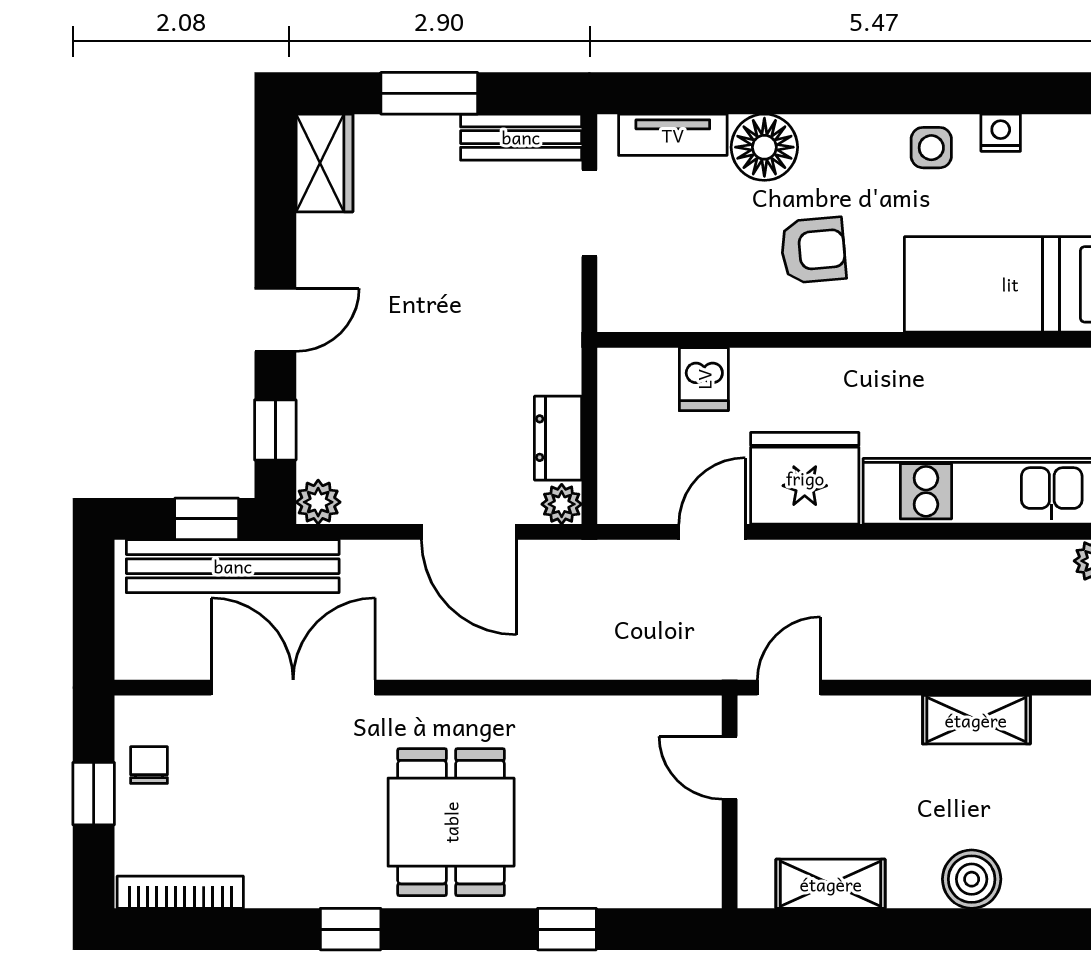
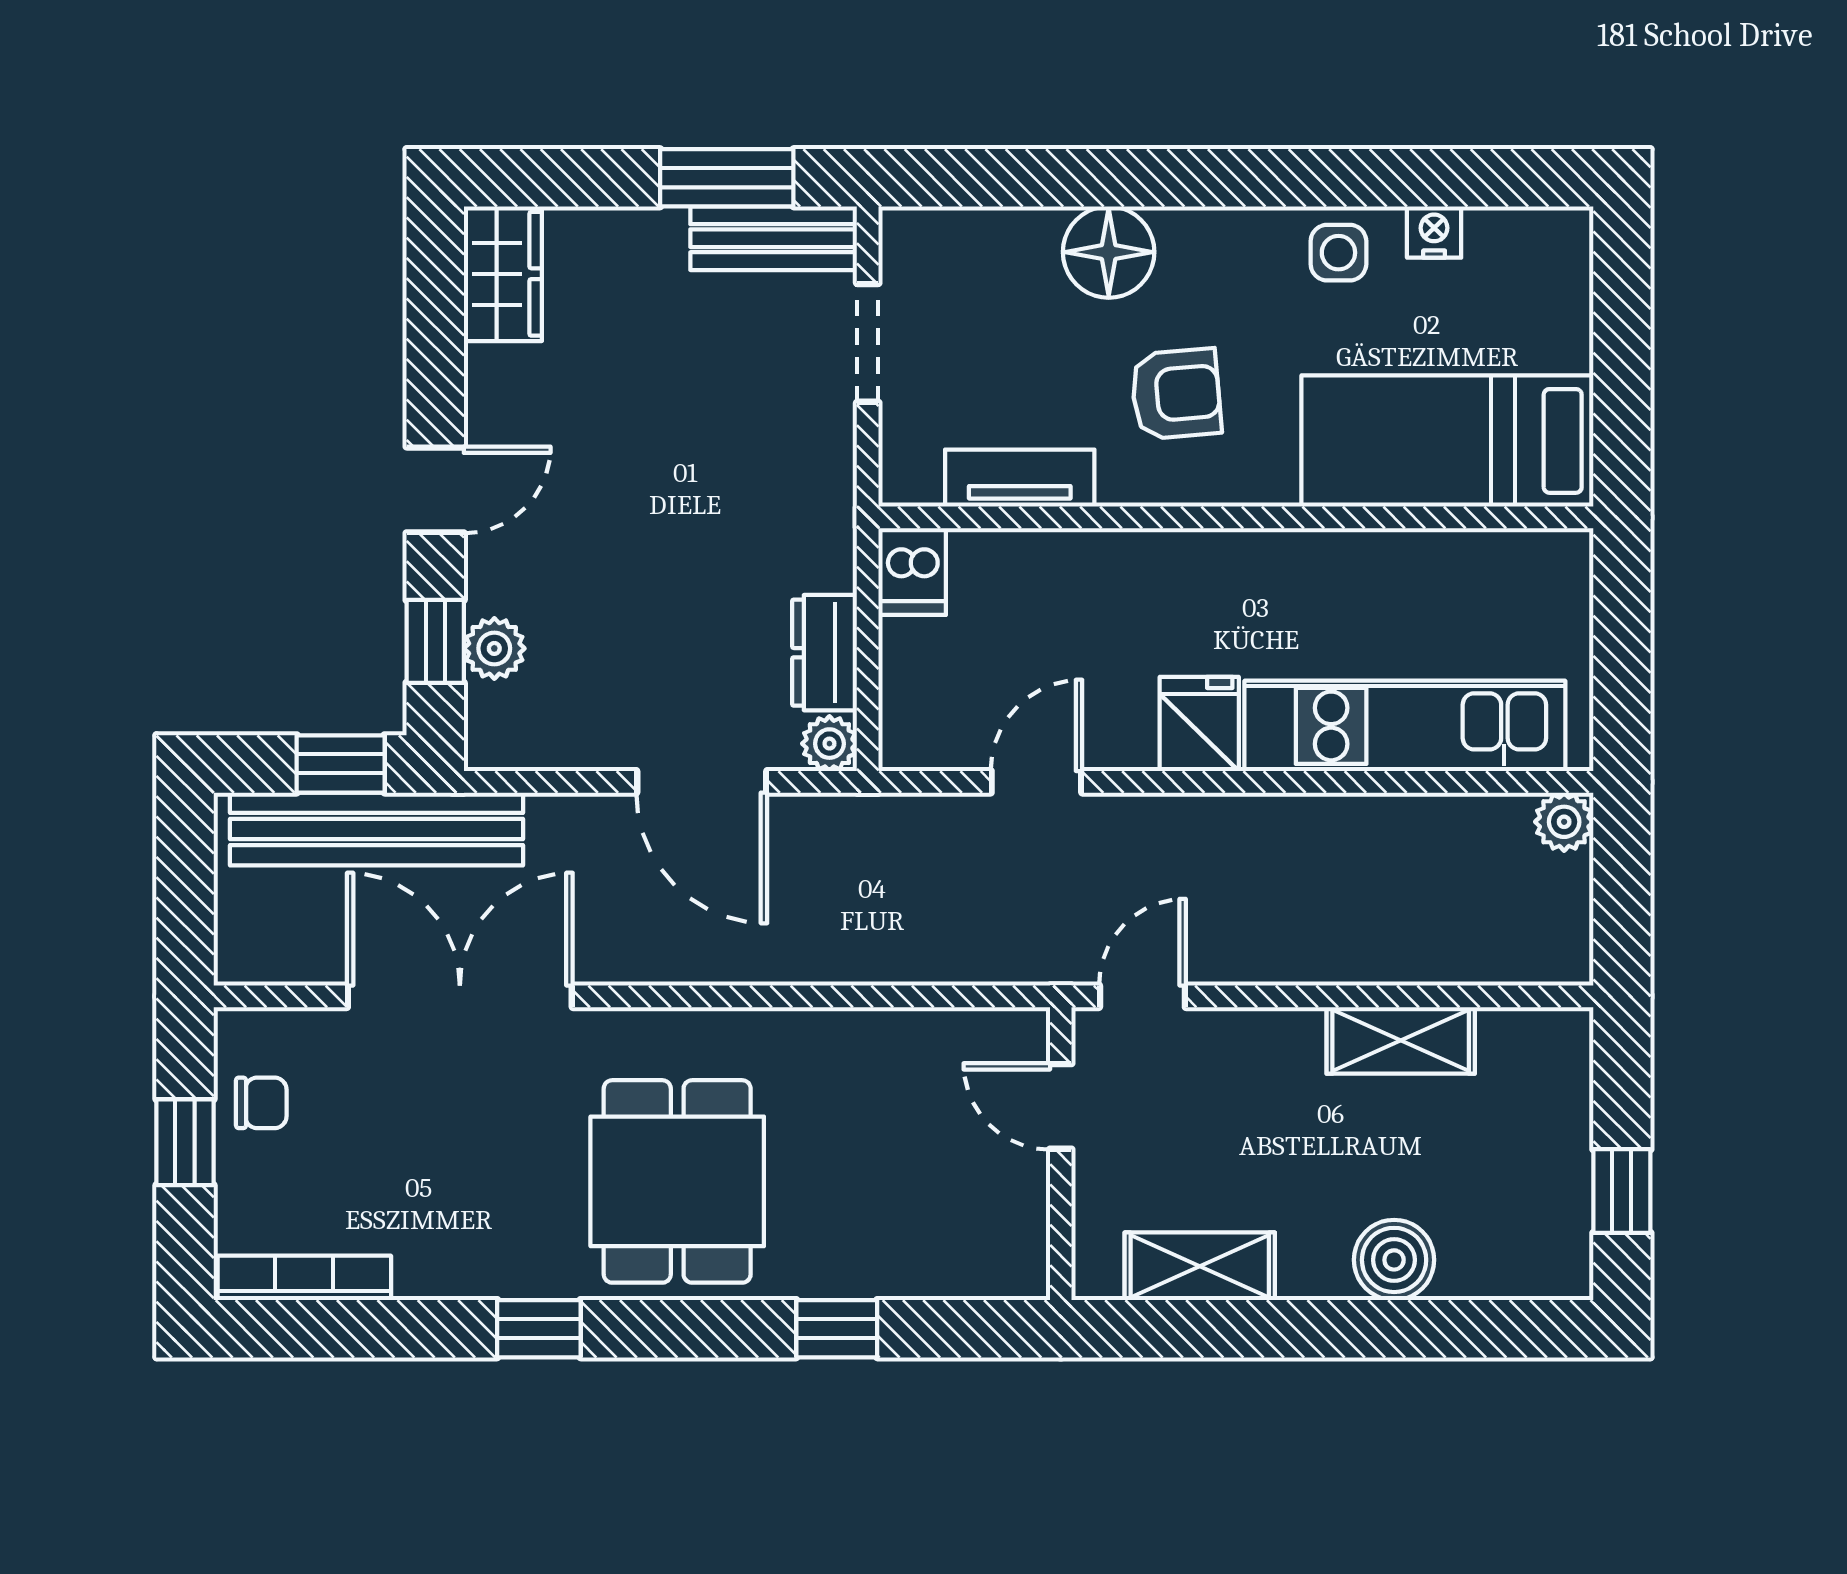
window: (429, 93) -> (727, 178), moved
tv unit: (673, 135) -> (1020, 478), moved, turned 180
dishwasher: (704, 379) -> (912, 571), moved
fridge: (805, 478) -> (1199, 724), width x0.53, depth x0.75
plant: (318, 502) -> (494, 648), moved
chair: (149, 765) -> (261, 1103), turned 90

